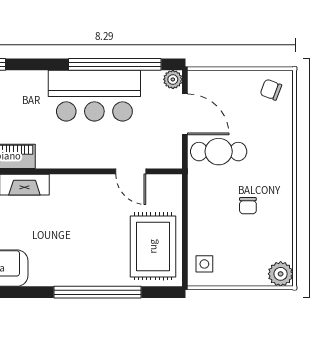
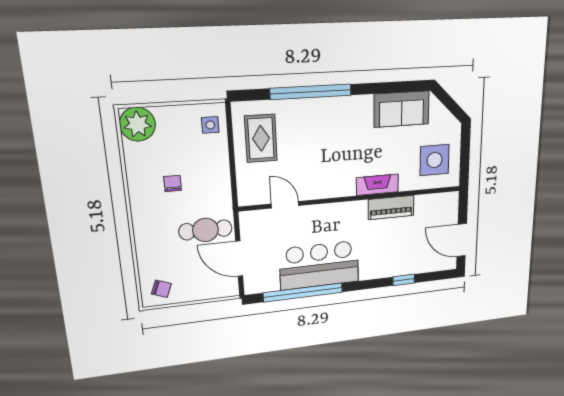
plant: (173, 79) -> (252, 287), removed
rug: (153, 246) -> (261, 138), width x0.73, depth x0.70
plant: (281, 274) -> (137, 124), width x1.36, depth x1.36

